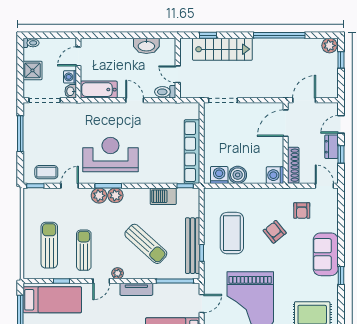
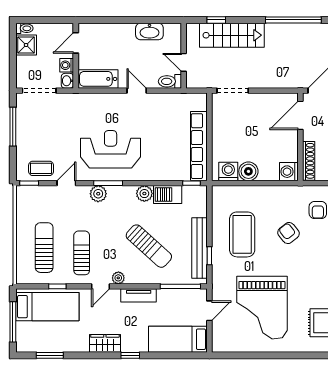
shower: (32, 70) -> (26, 45), moved
plant: (115, 195) -> (144, 194), moved

